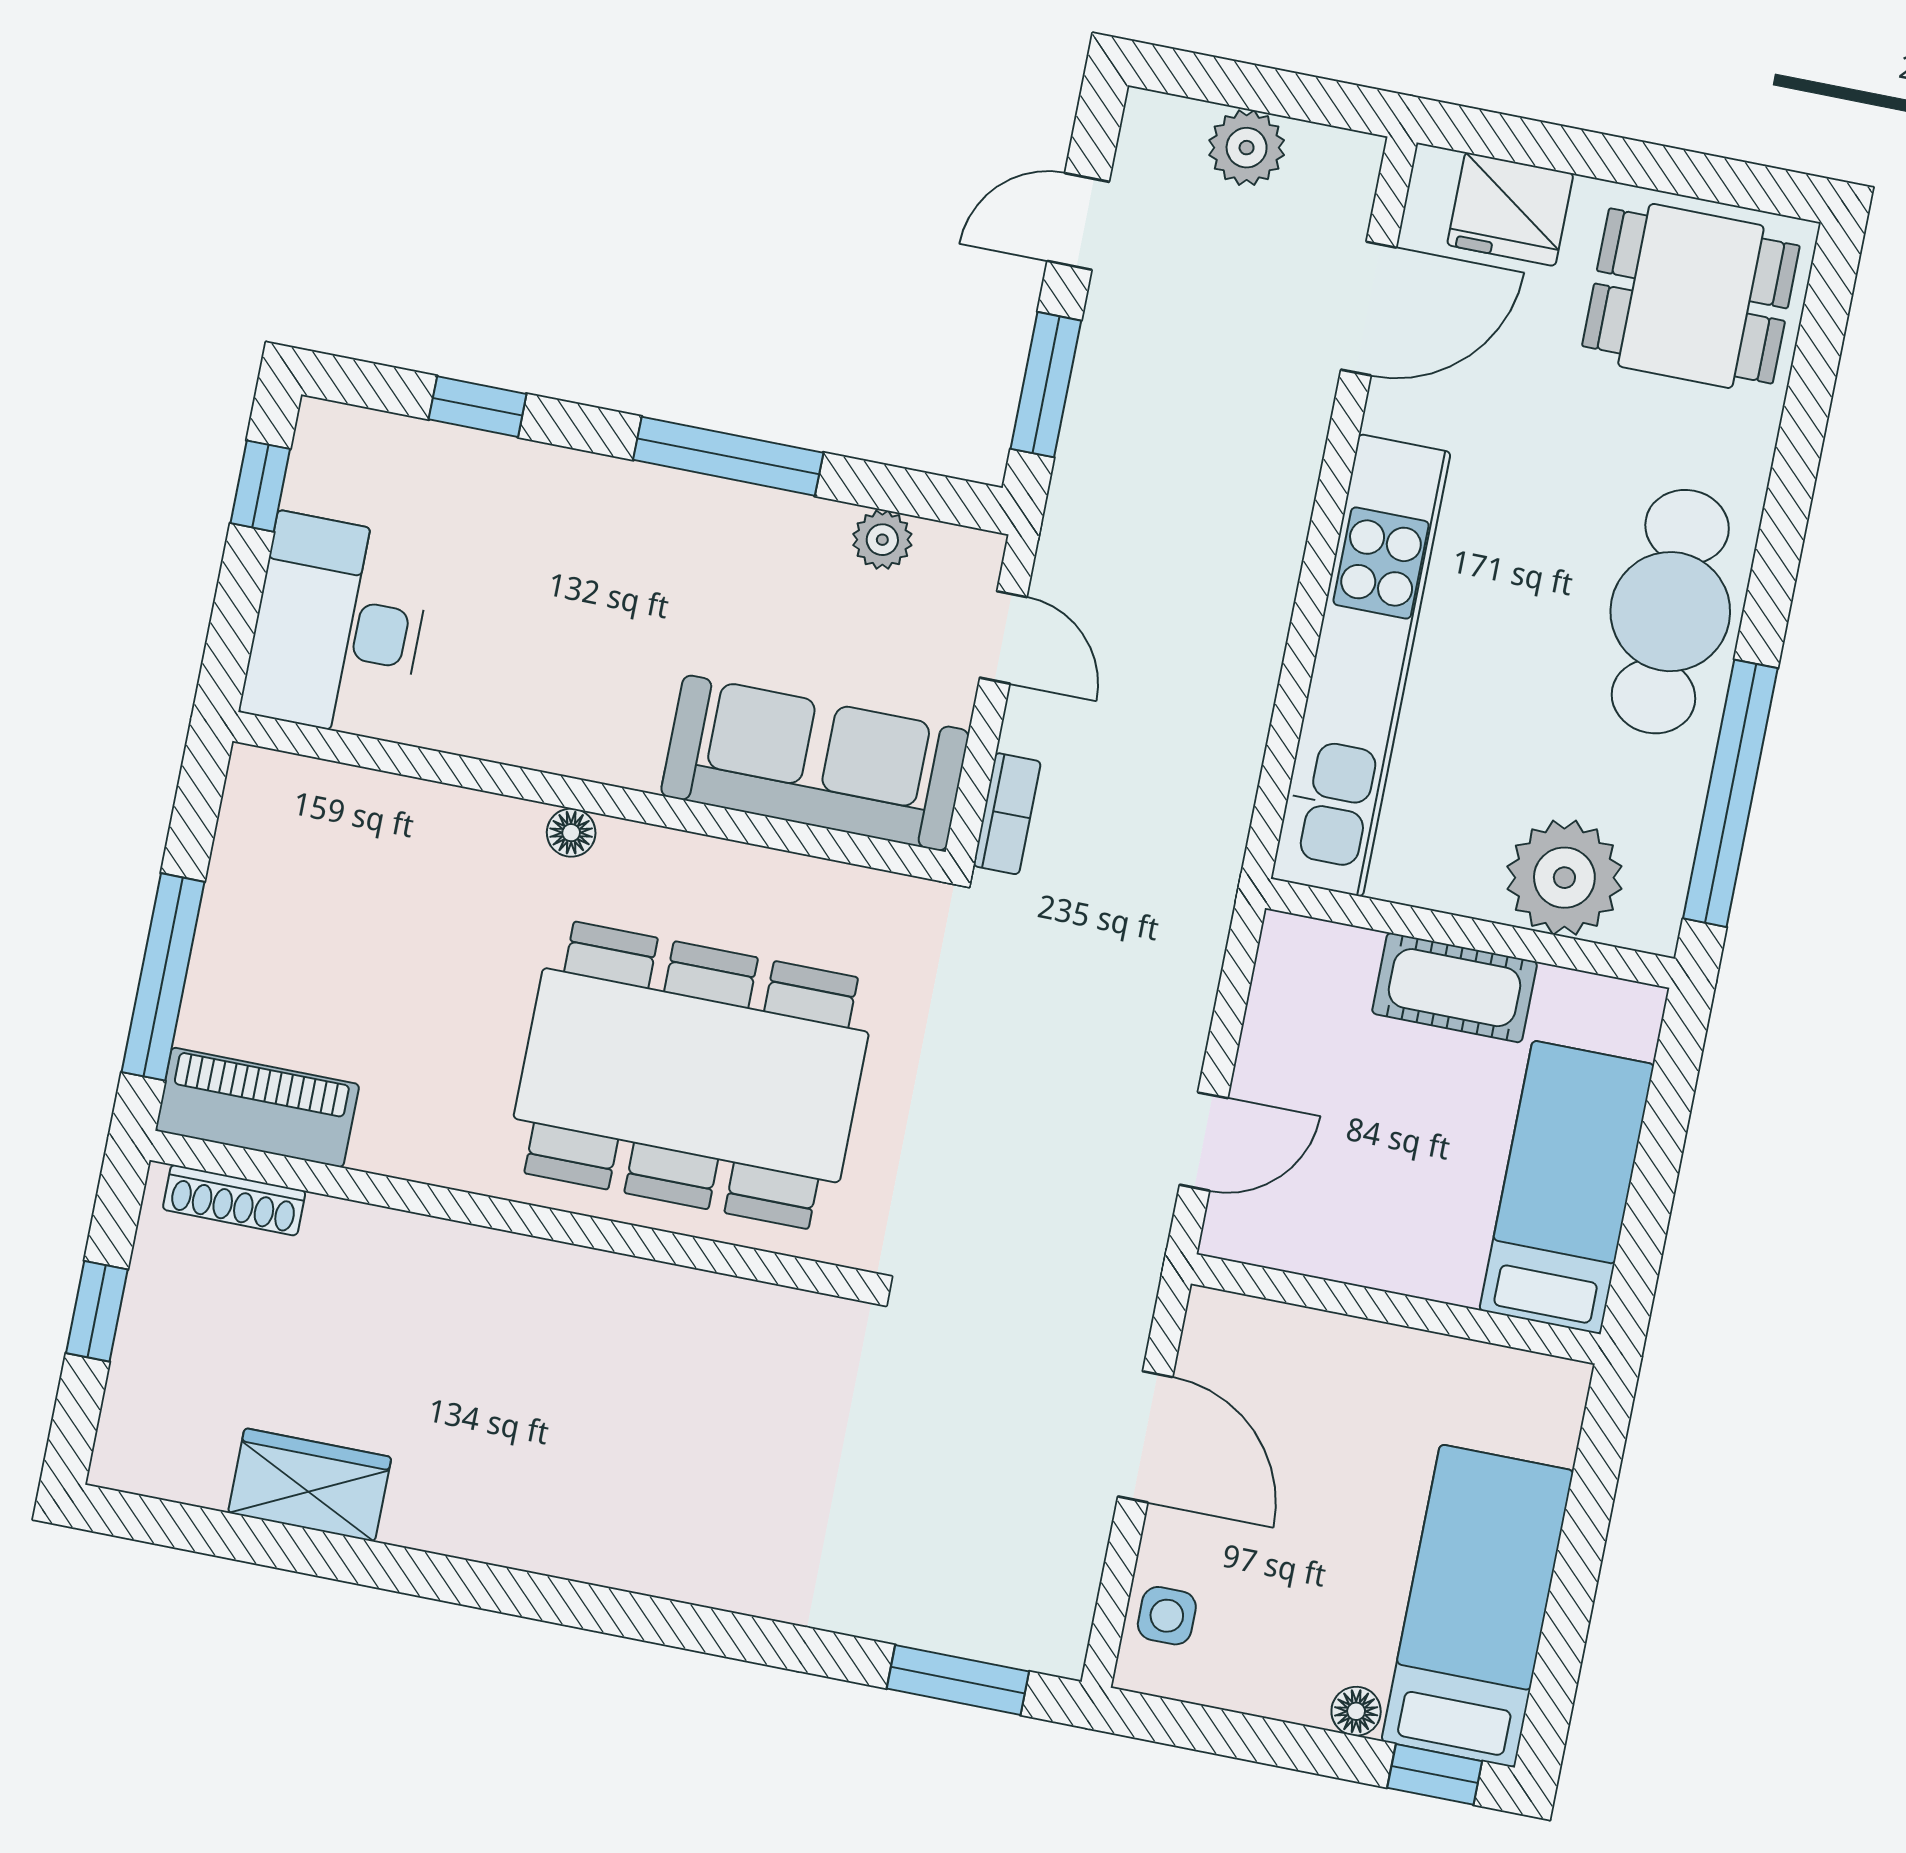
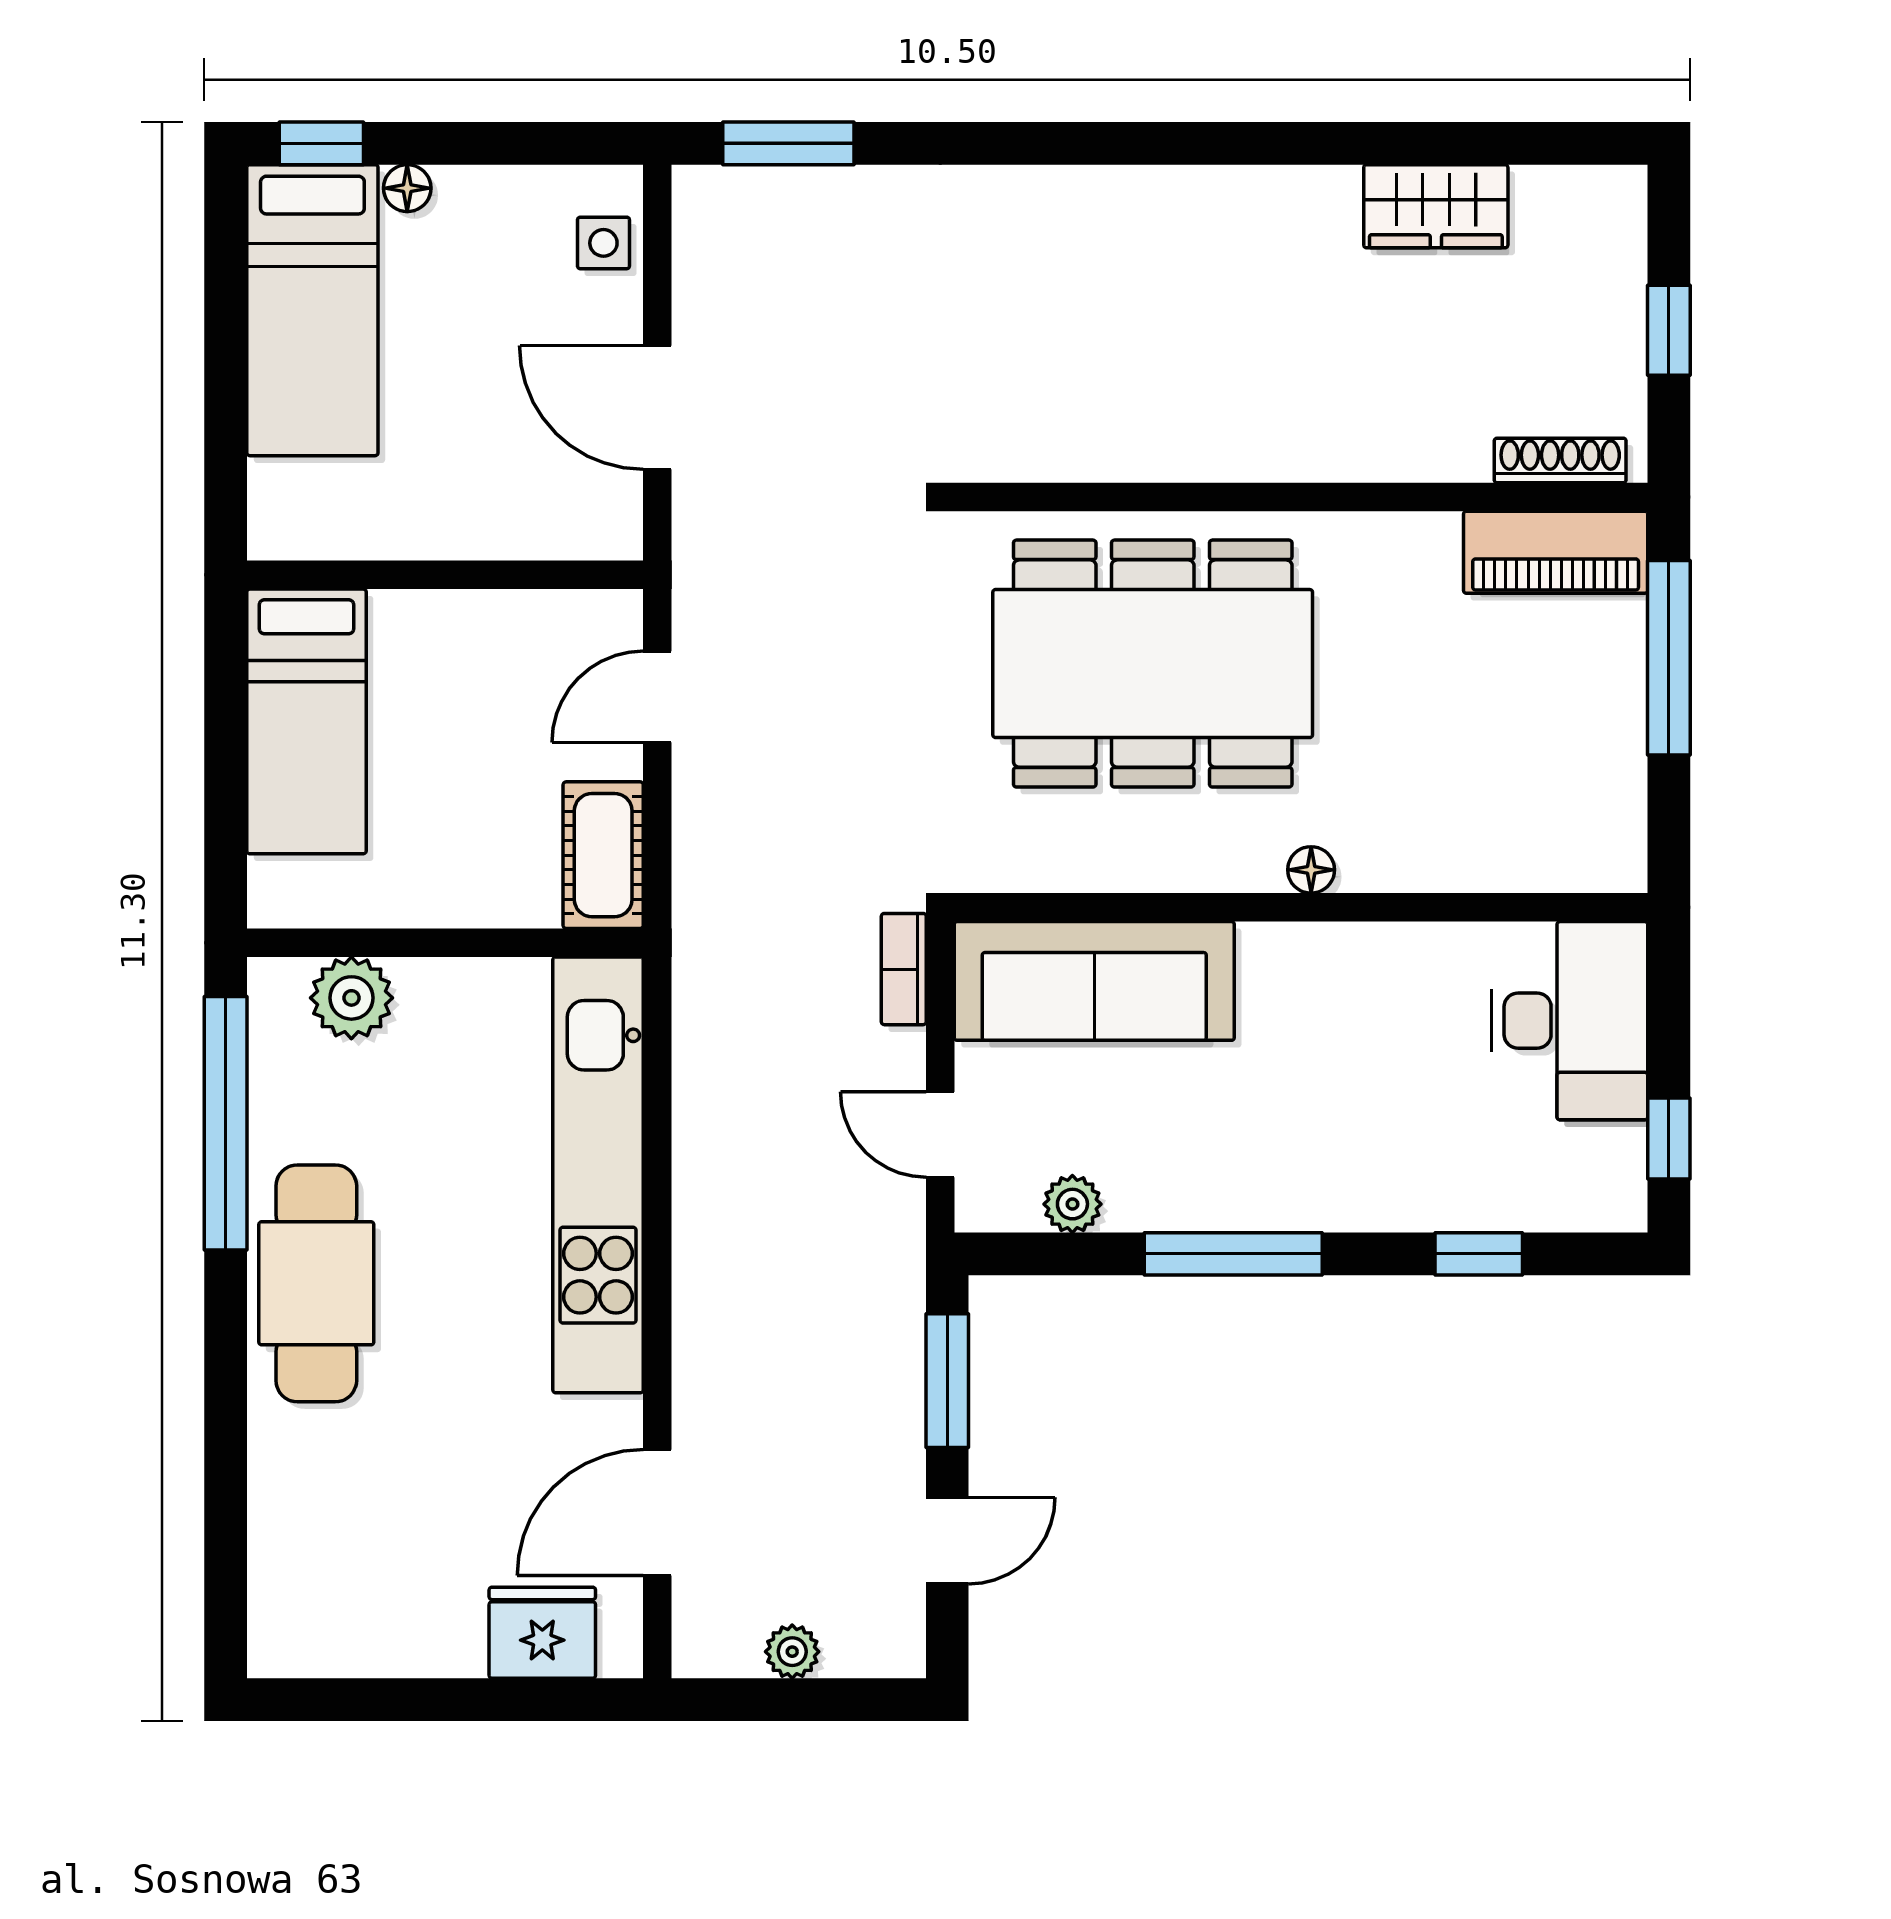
plant: (1247, 148) -> (792, 1652), width x0.73, depth x0.73
dining table: (1691, 296) -> (356, 1585), removed
plant: (1564, 878) -> (351, 998), width x0.73, depth x0.73
cot: (1455, 988) -> (603, 855), moved, turned 90

